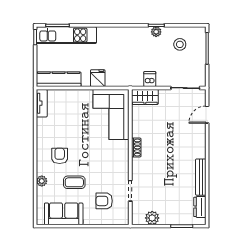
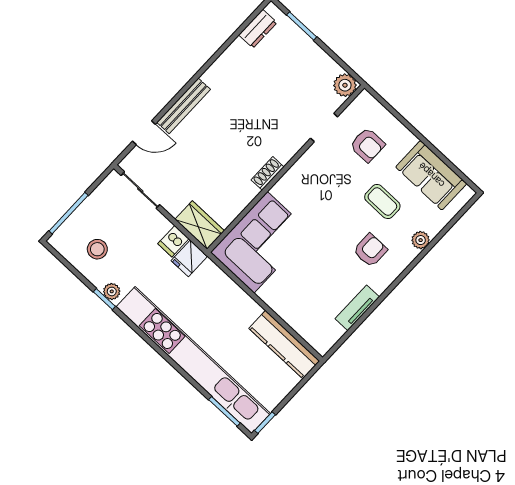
kitchen unit: (66, 35) -> (193, 360), width x1.86
fridge: (98, 78) -> (189, 258), moved
tv unit: (42, 103) -> (357, 308), moved
armchair: (60, 156) -> (370, 250), turned 180
bench: (201, 177) -> (184, 106), moved
plant: (152, 218) -> (345, 85), moved

